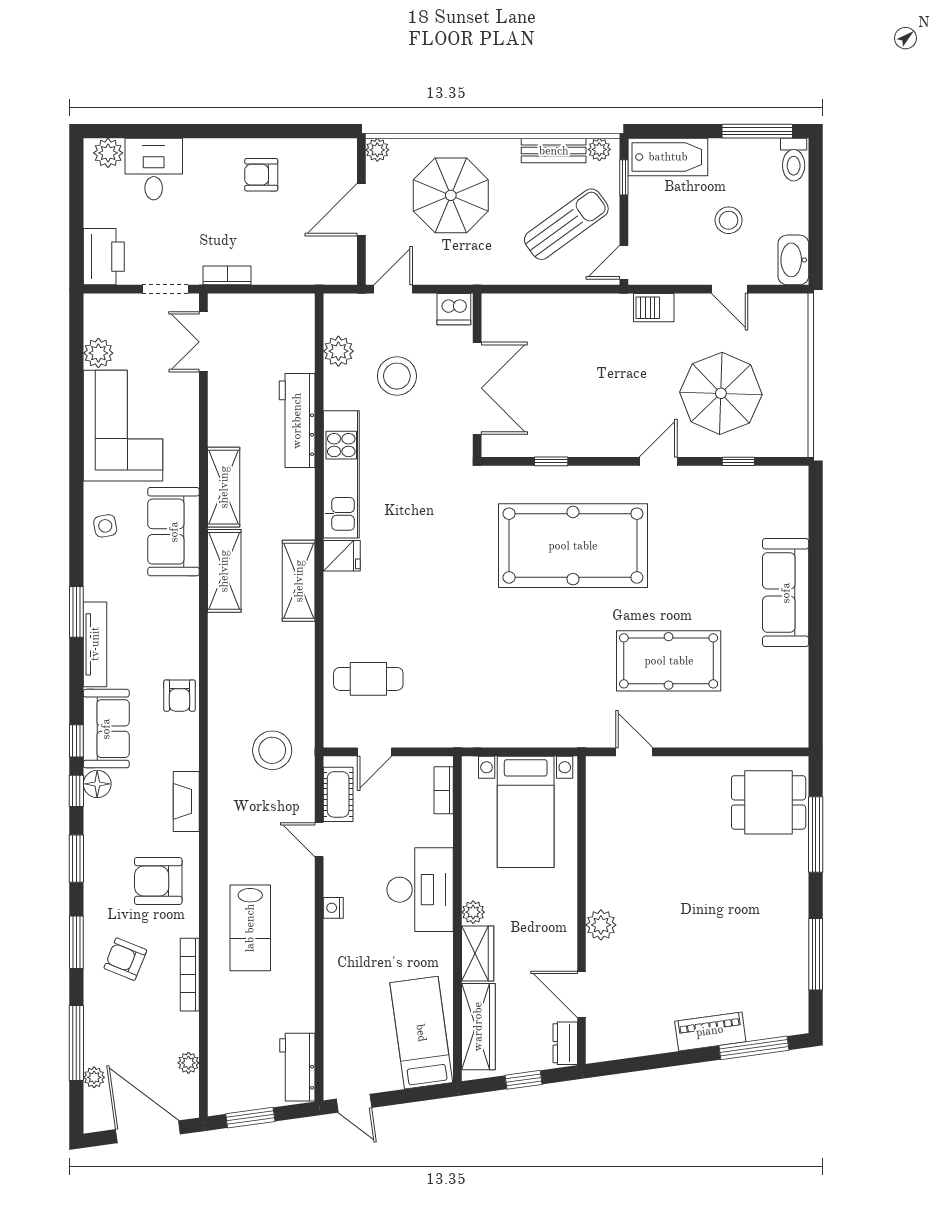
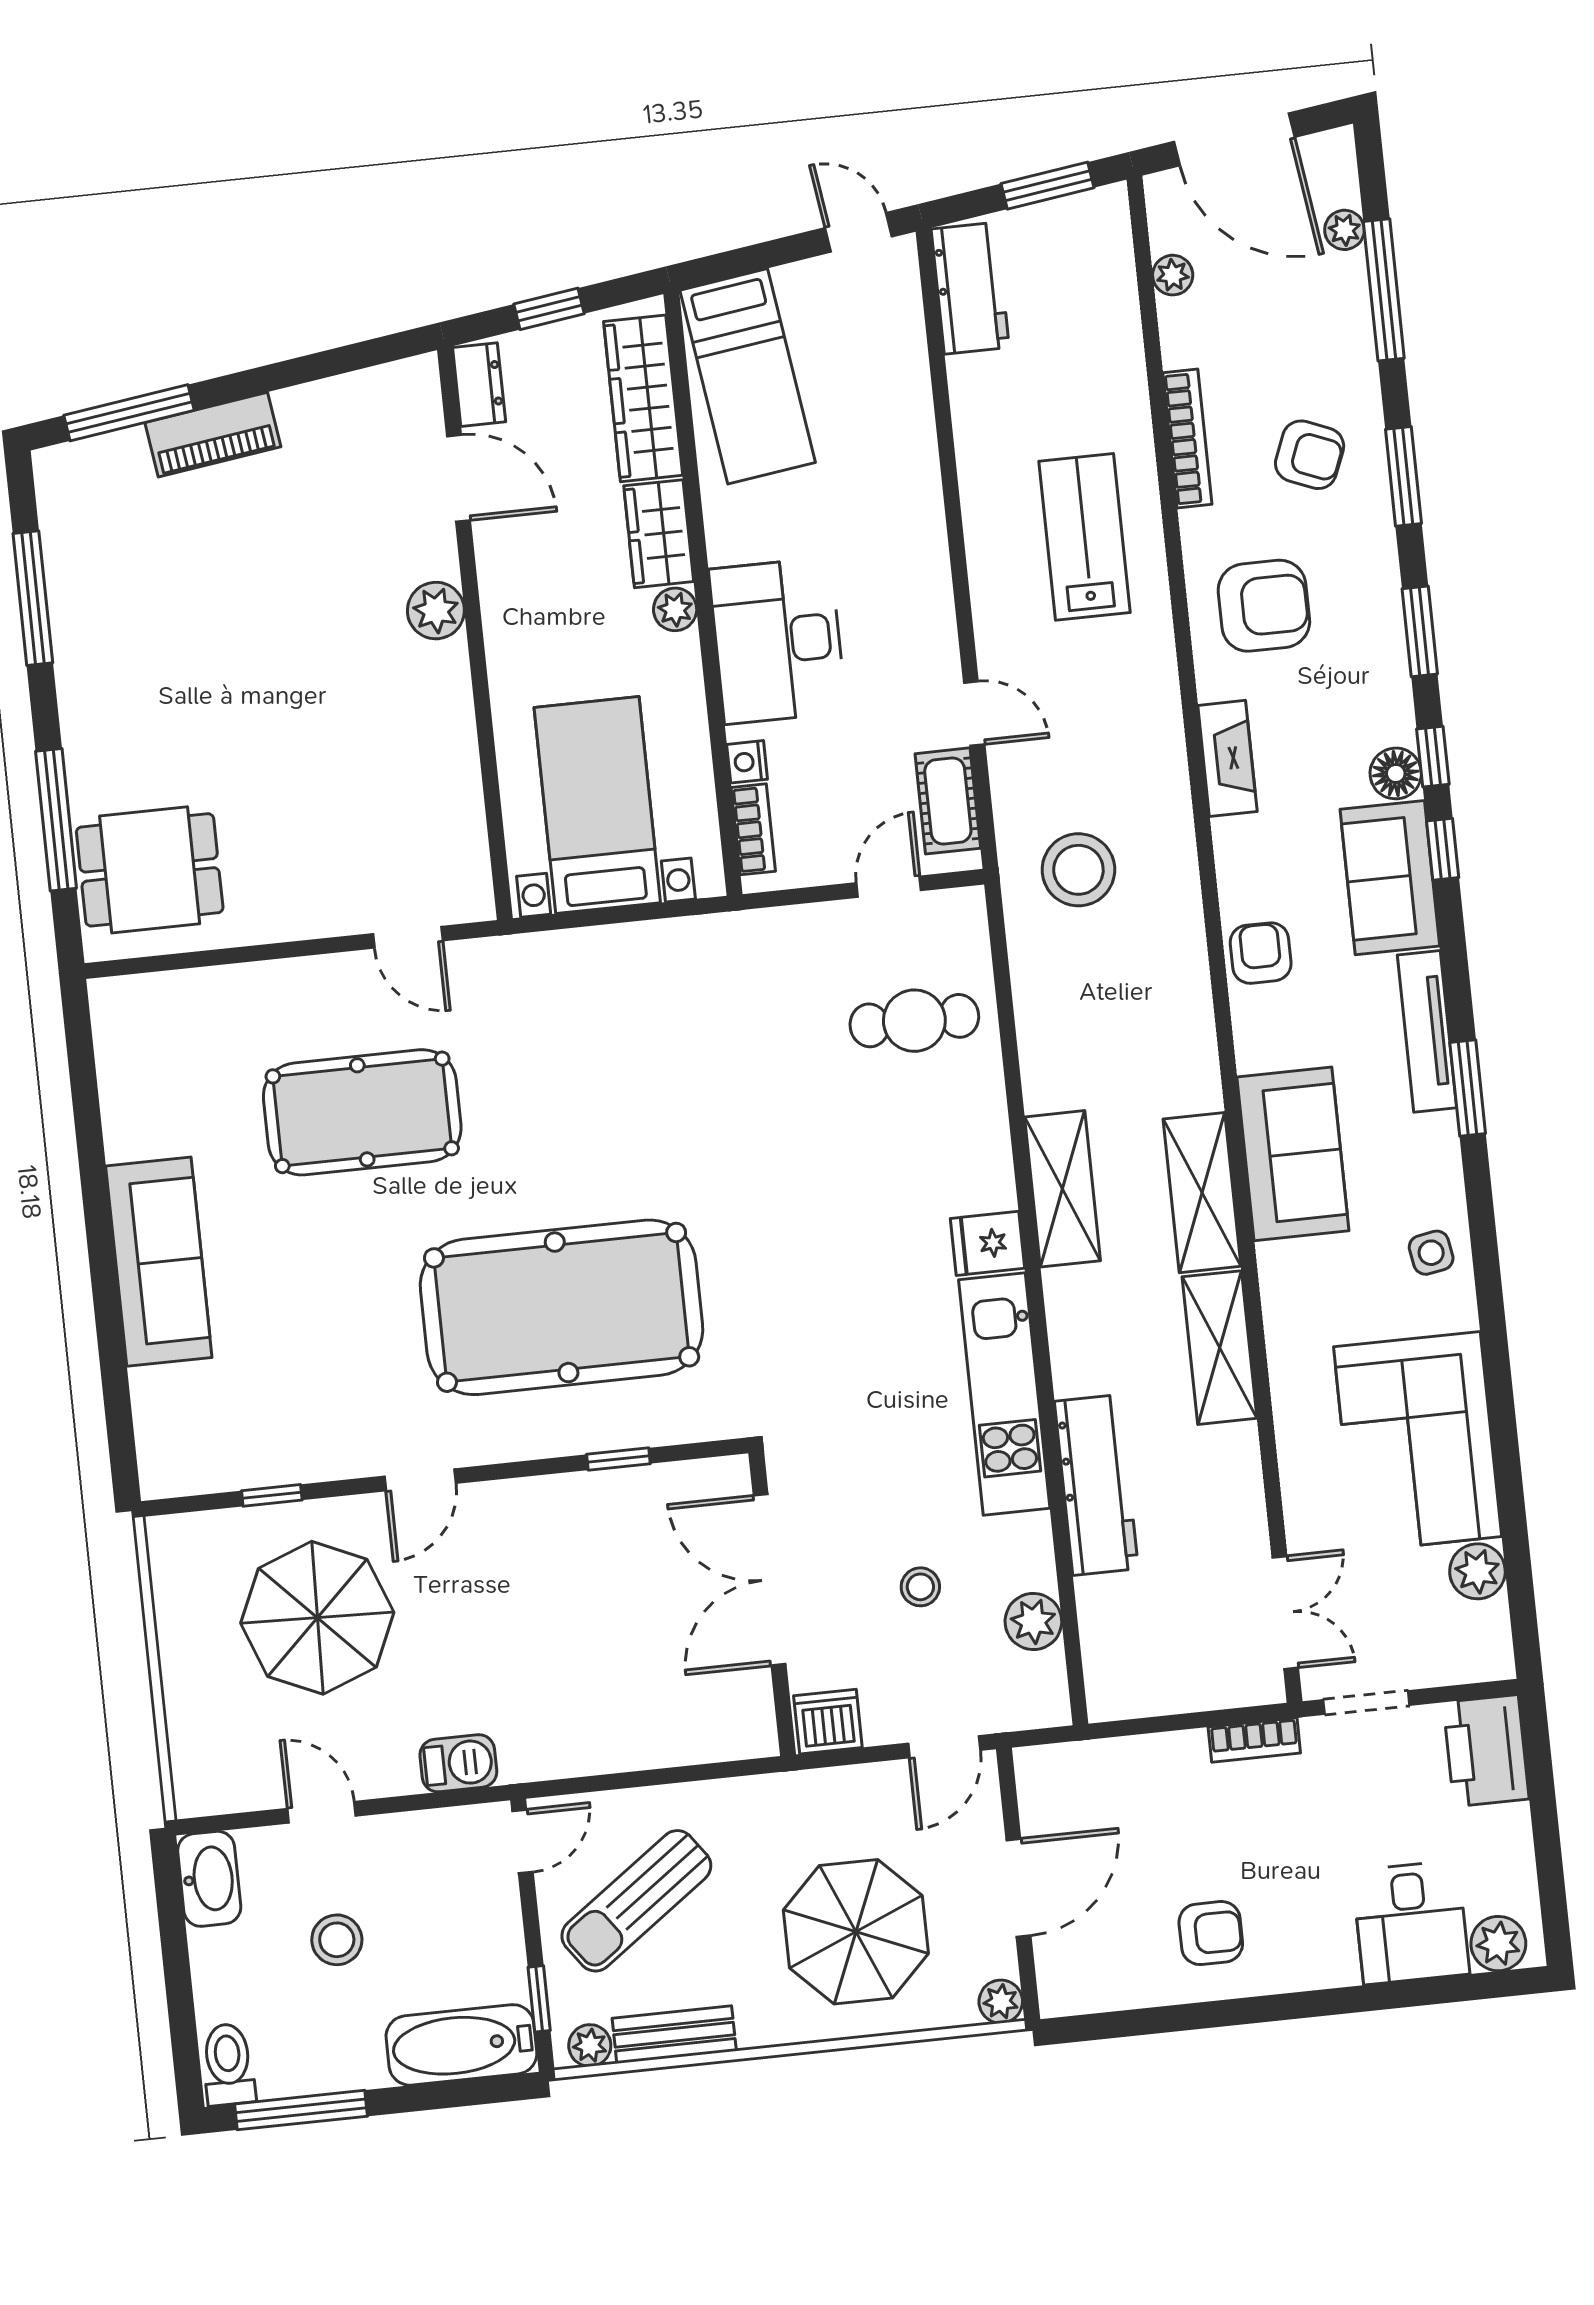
stool: (397, 376) -> (920, 1587), width x0.53, depth x0.53
sofa: (174, 532) -> (1293, 1154), moved
nightstand: (333, 908) -> (747, 762), moved, turned 180

